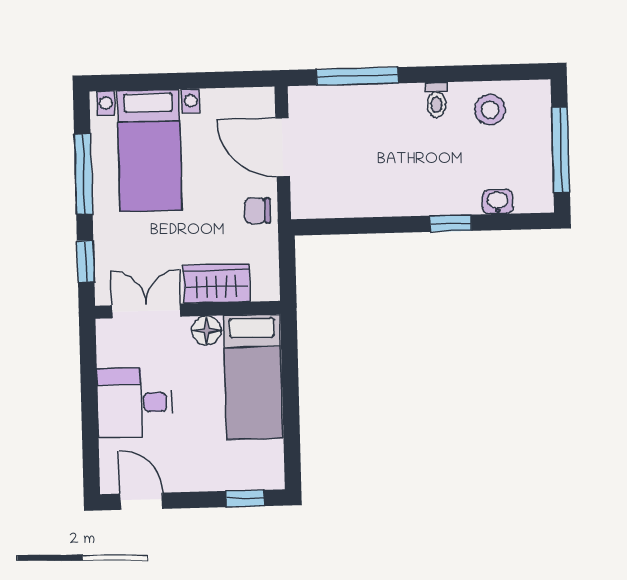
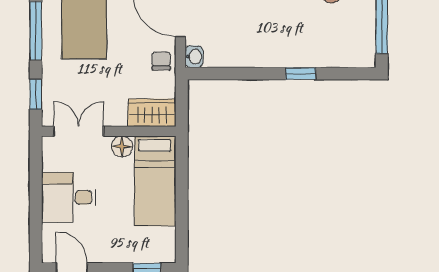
washbasin: (498, 202) -> (194, 57), moved, turned 90
chair: (257, 211) -> (161, 61), turned 90
wardrobe: (217, 284) -> (152, 113), moved

